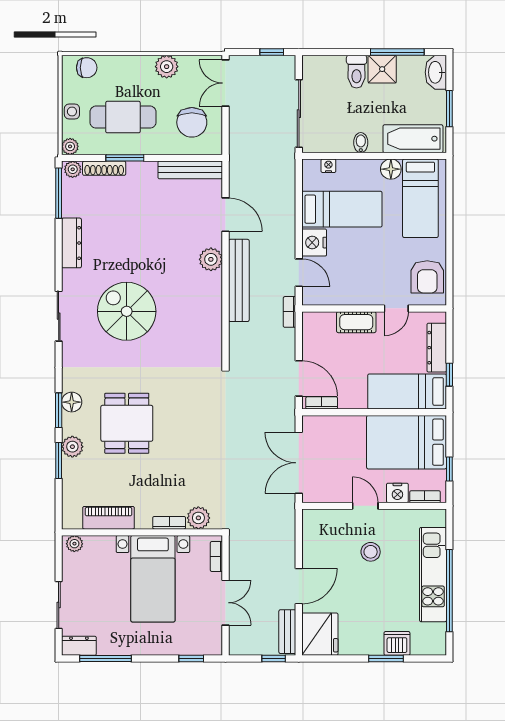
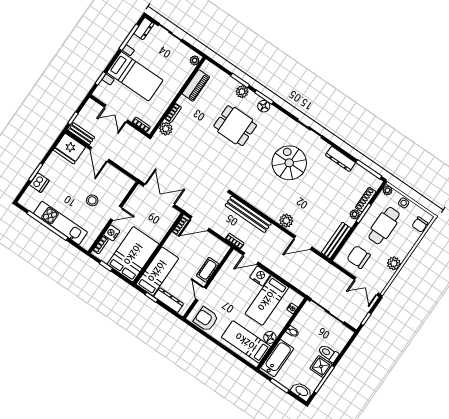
double door: (226, 83) -> (366, 286), swing flipped
plant: (73, 169) -> (355, 214), moved
bench: (239, 280) -> (248, 214), moved
spiral stairs: (127, 311) -> (289, 163), turned -90
bed with nightstands: (153, 579) -> (135, 76), moved, turned 180

